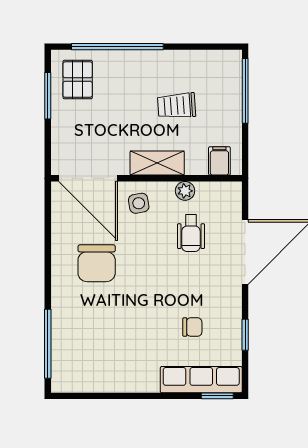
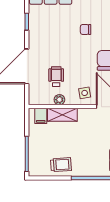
trolley: (177, 106) -> (61, 165), moved
shelving: (157, 163) -> (62, 115), moved
chair: (192, 327) -> (86, 29), moved

